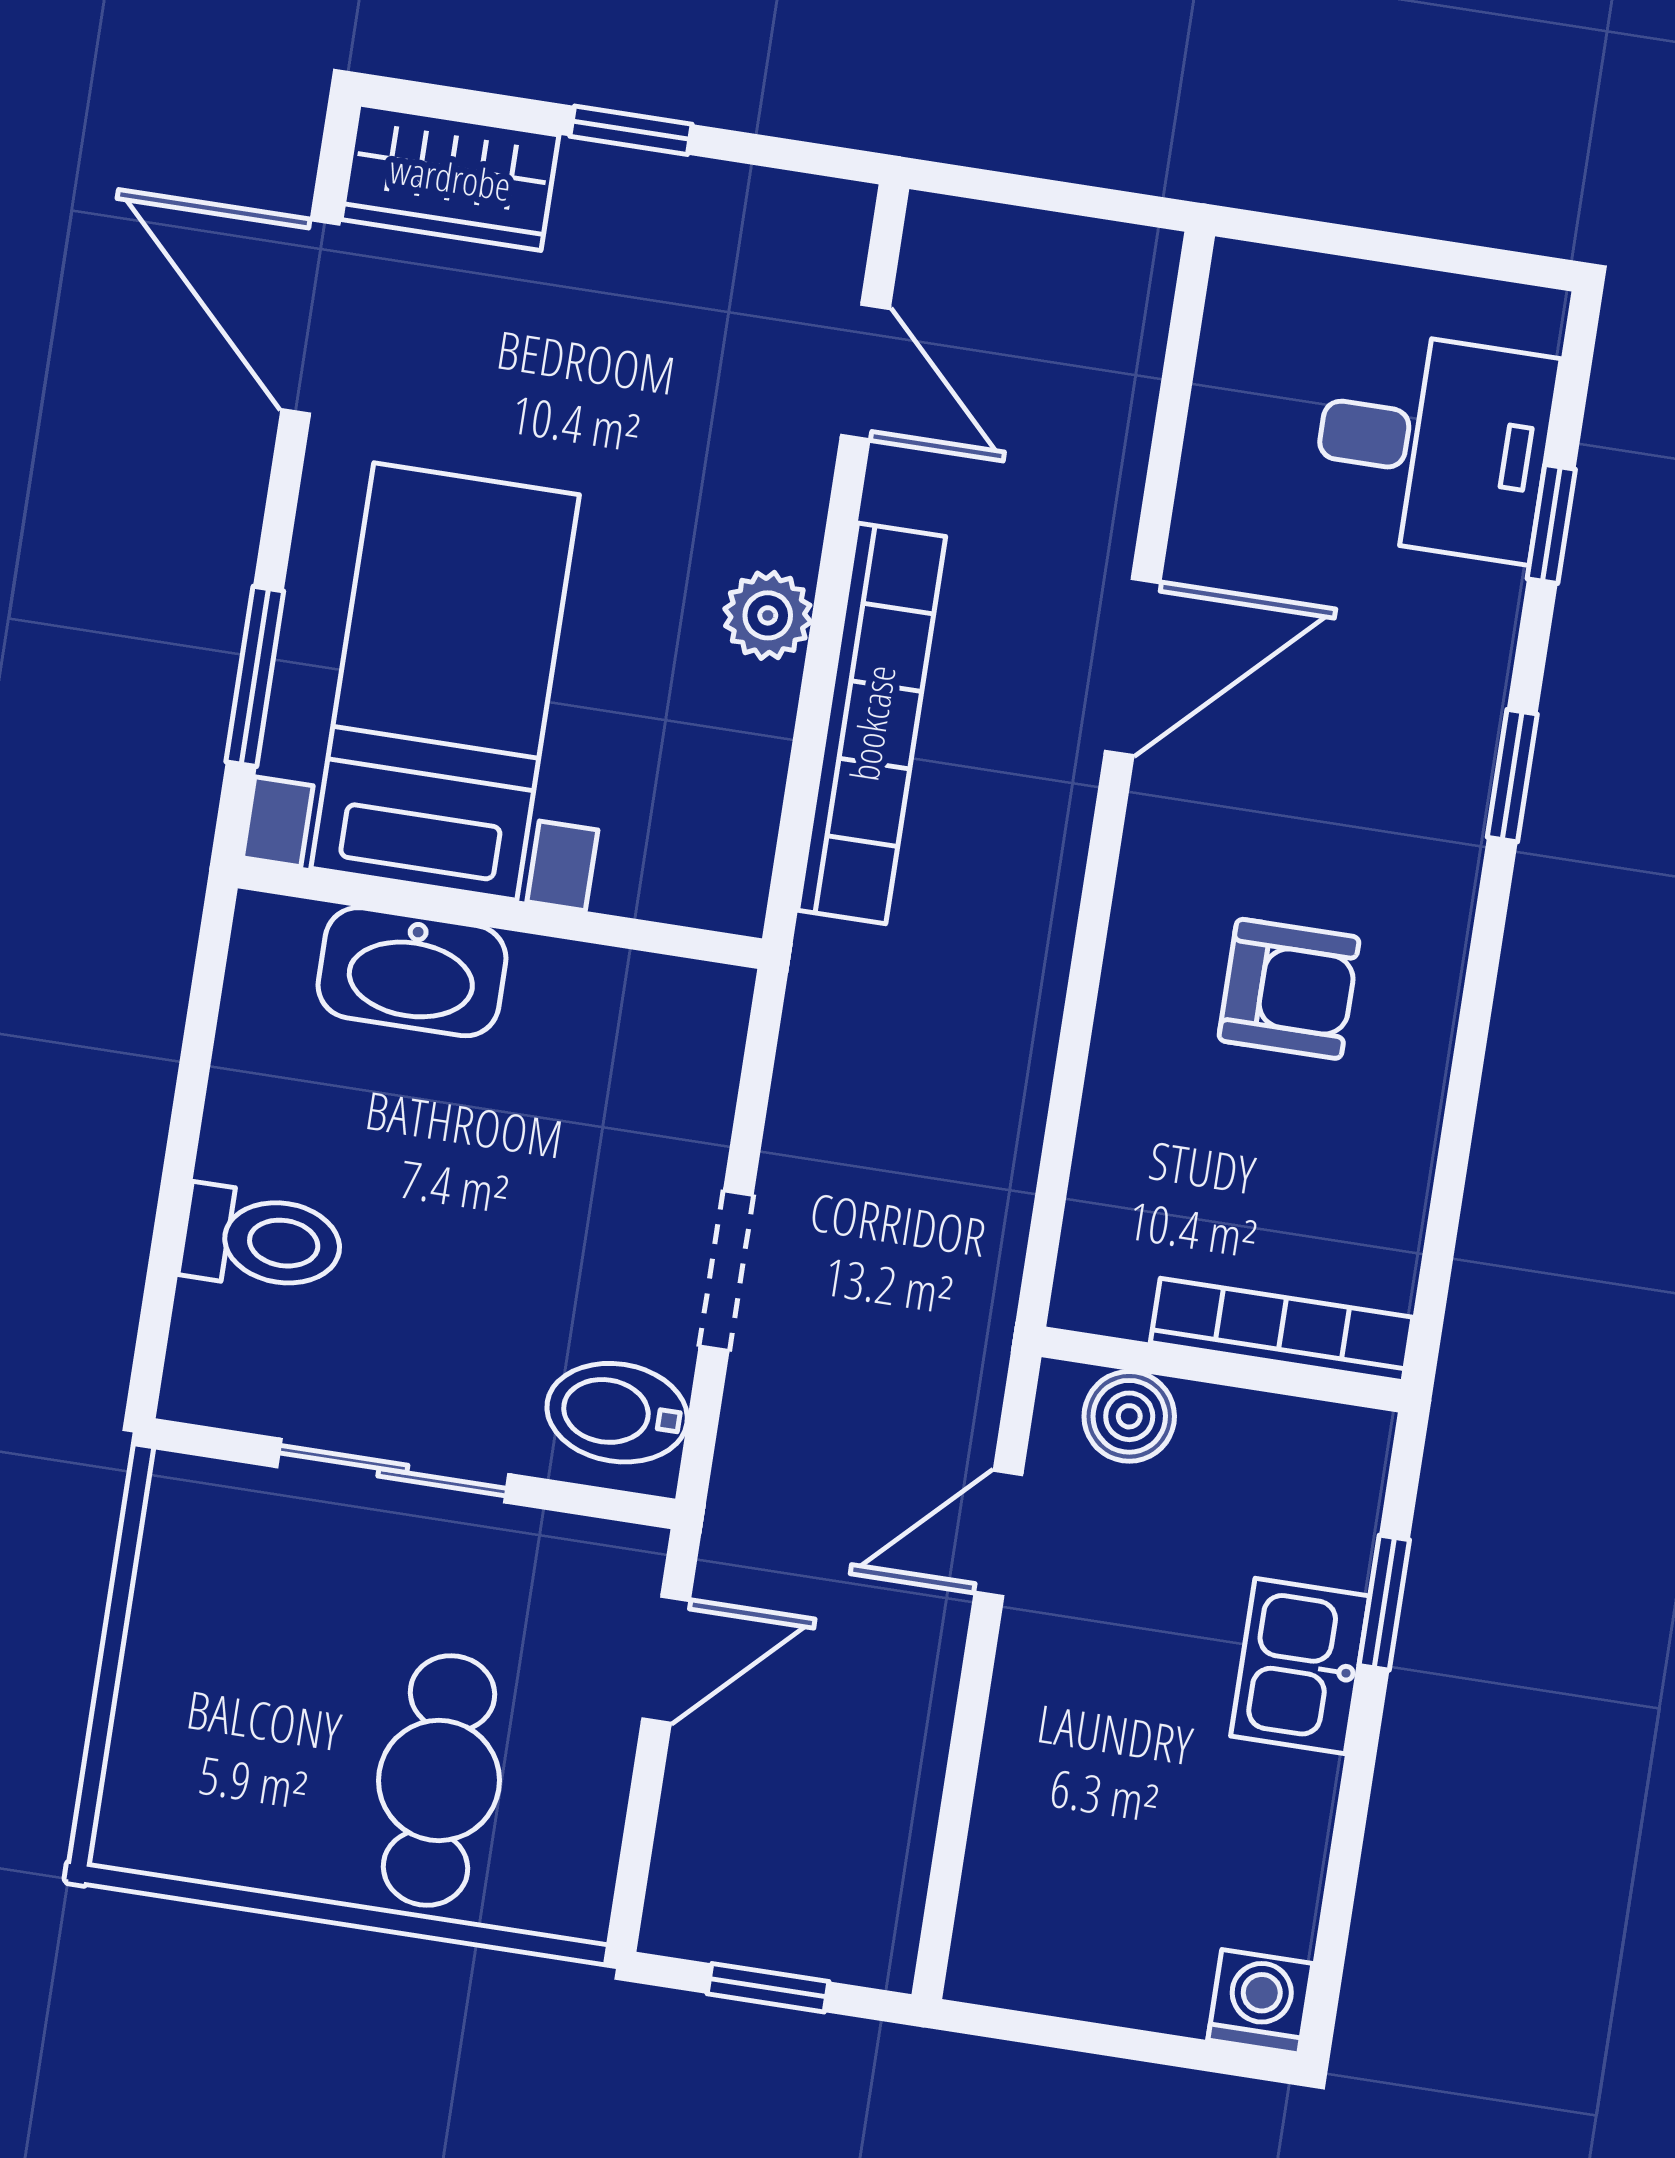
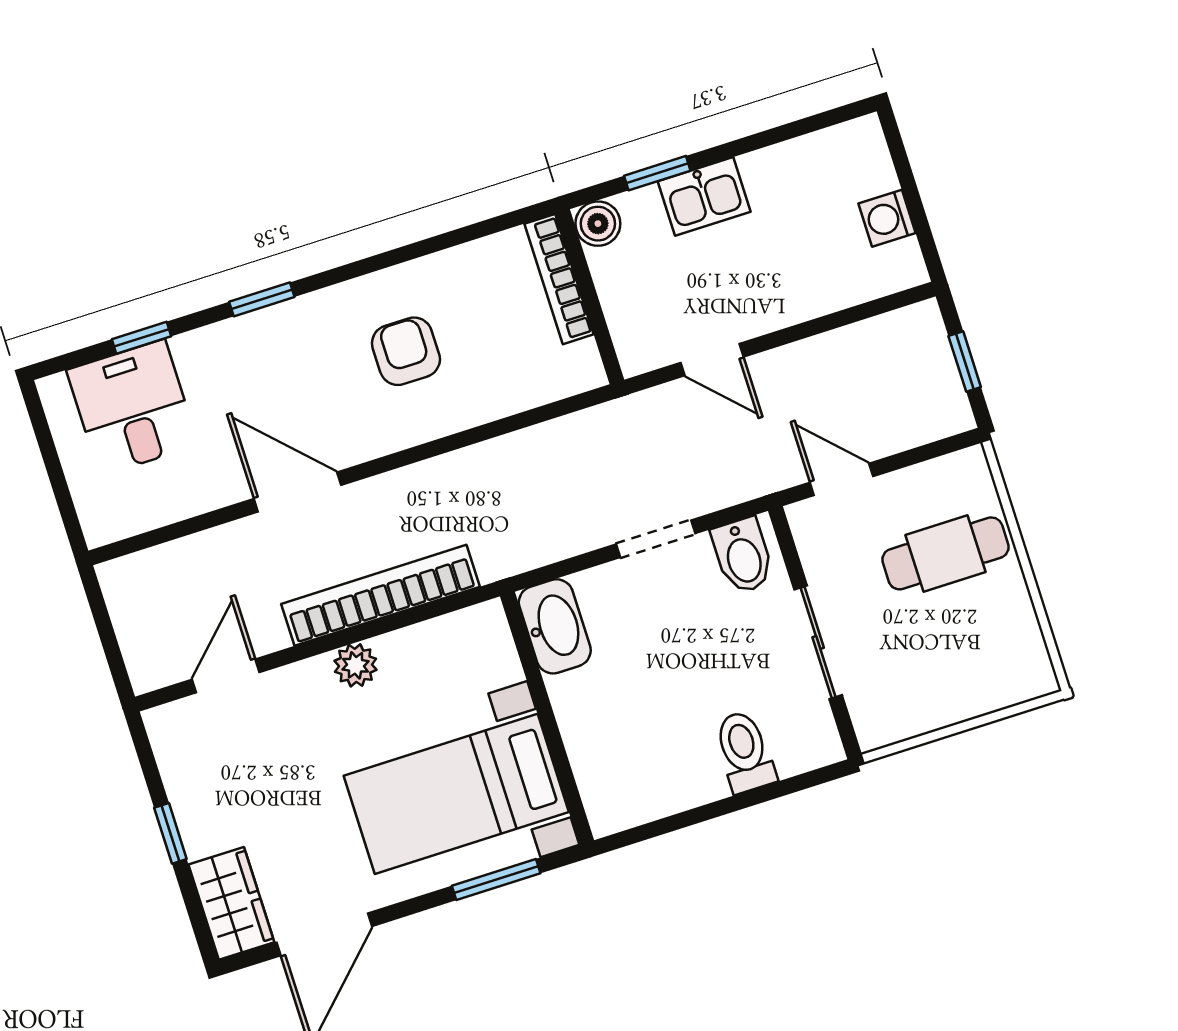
washbasin: (412, 972) -> (555, 626), moved
boiler: (1129, 1416) -> (598, 224), moved
washing machine: (1260, 2002) -> (887, 218), moved

